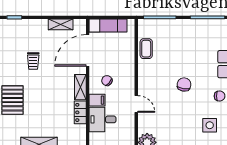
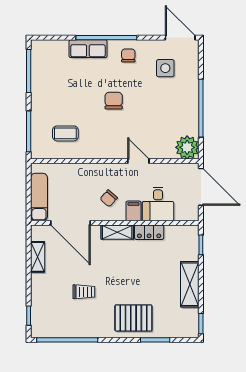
coffee table: (146, 49) -> (65, 133), moved
chair: (184, 84) -> (114, 101), turned 81
door: (136, 104) -> (138, 161), hinge flipped

